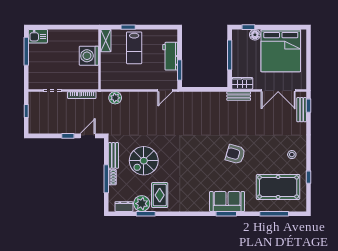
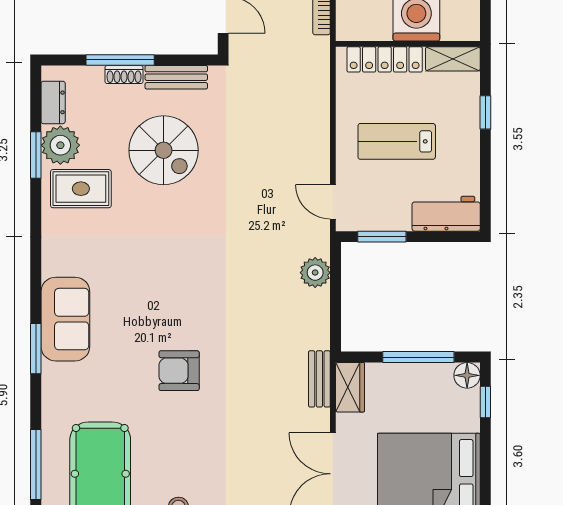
floor lamp: (255, 35) -> (467, 375), moved
lab bench: (134, 48) -> (397, 141), moved
workbench: (170, 56) -> (446, 214), moved
locker: (106, 69) -> (385, 59), added
plant: (115, 98) -> (315, 273), moved
armchair: (235, 154) -> (179, 371), turned -106
spiral stairs: (144, 161) -> (164, 150), turned 180
sofa: (227, 201) -> (65, 319), moved

